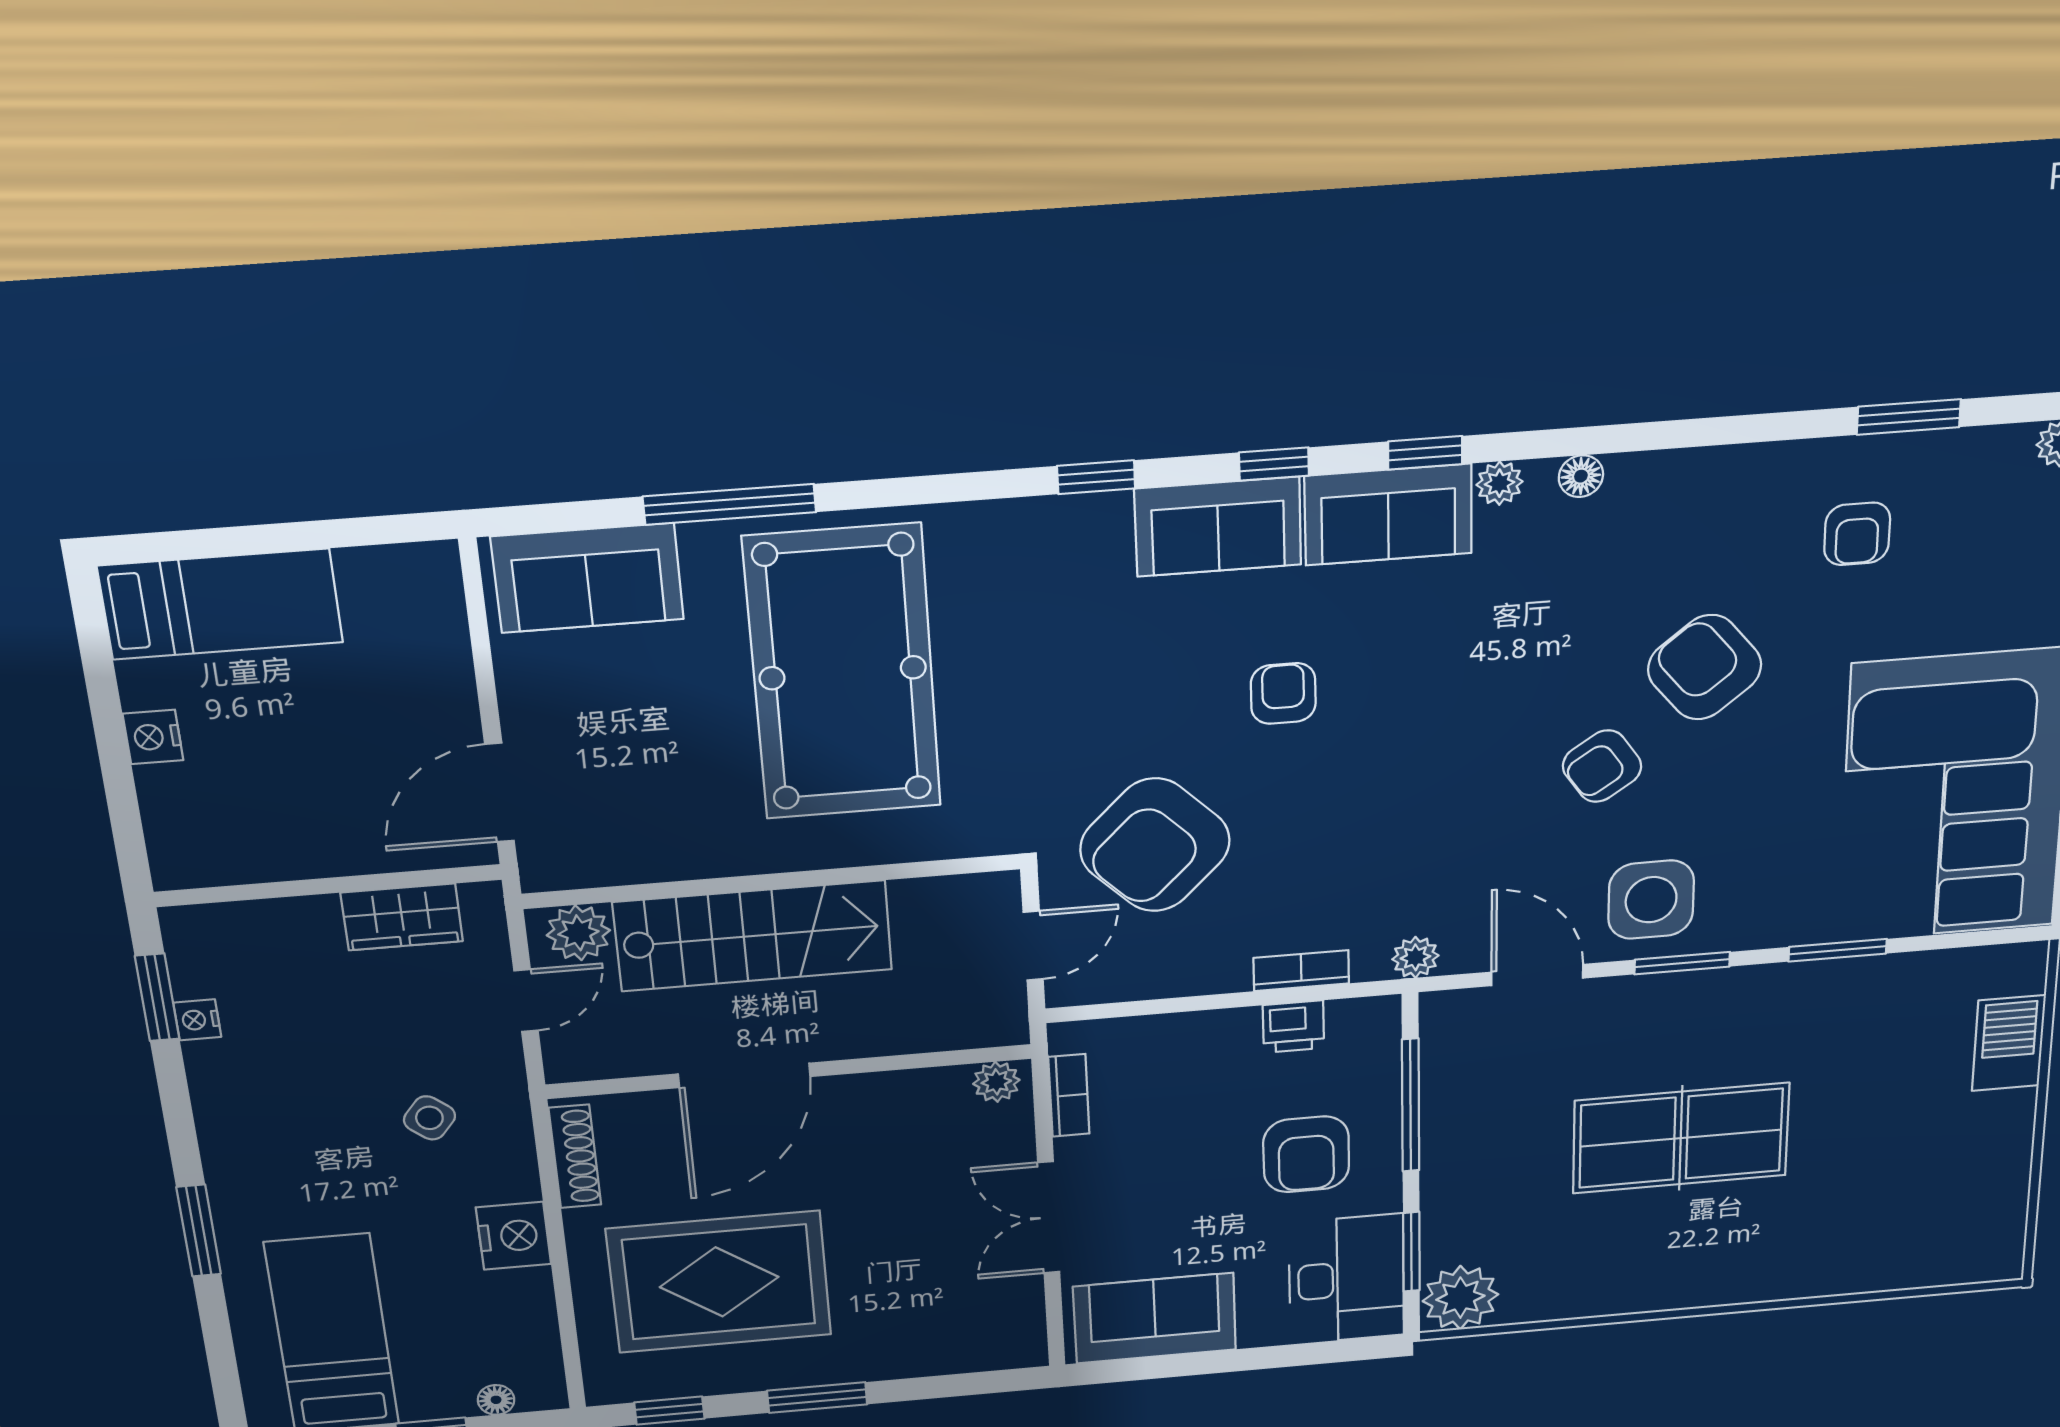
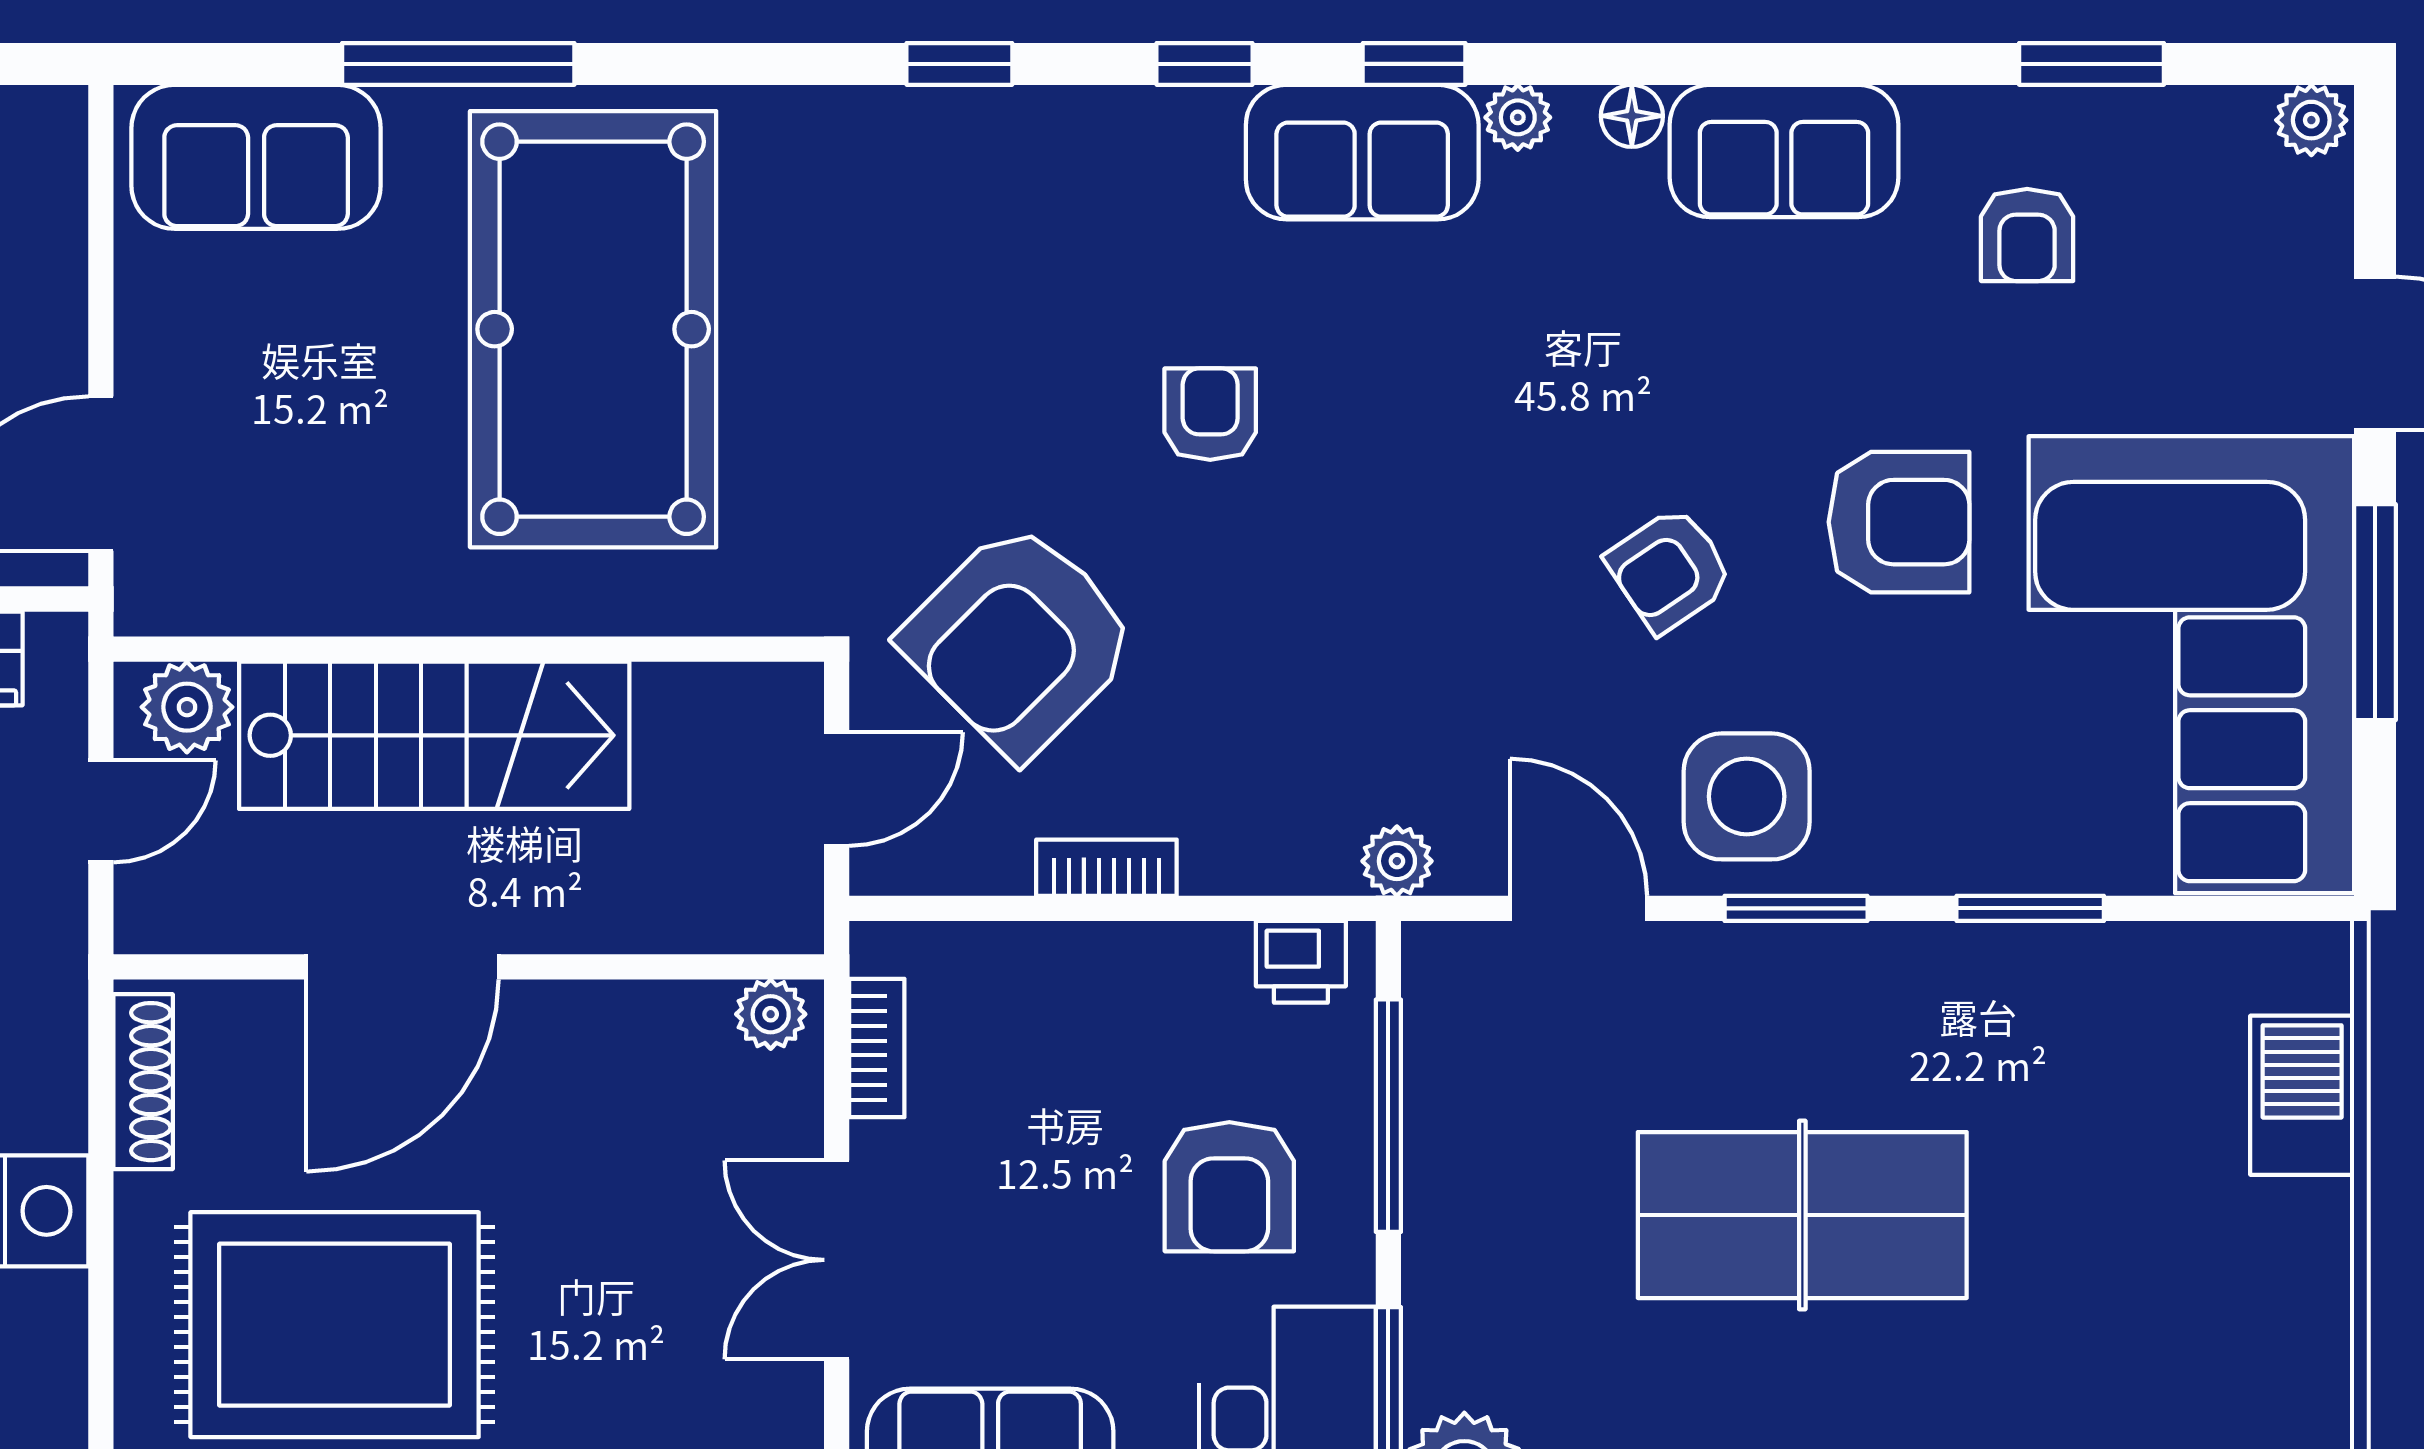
sofa: (1218, 527) -> (1784, 151), moved
armchair: (1705, 667) -> (1899, 522), moved, turned 129
bookcase: (1301, 971) -> (1106, 868), moved
printer: (1293, 1027) -> (1301, 962), moved

